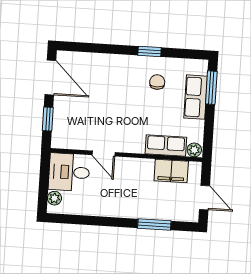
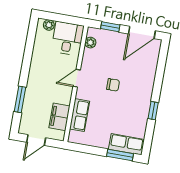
chair: (157, 82) -> (113, 85), moved
row of seats: (196, 97) -> (126, 144), moved
plant: (194, 150) -> (90, 43), moved
door: (104, 154) -> (77, 78), moved

